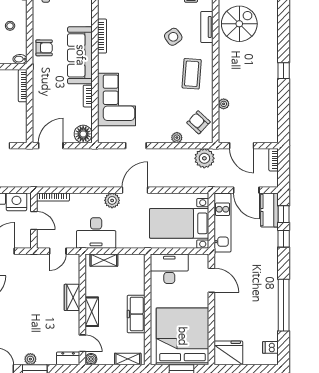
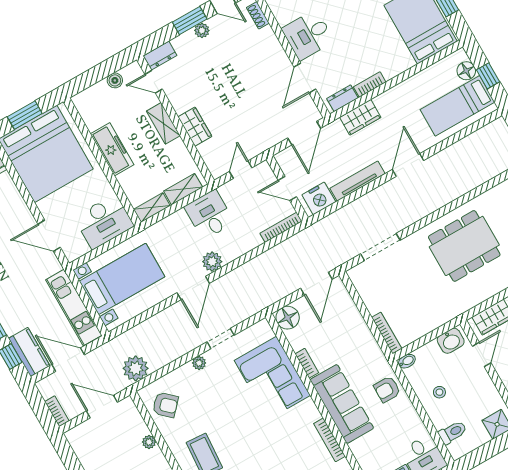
plant: (177, 138) -> (199, 363), moved
desk: (96, 233) -> (209, 215), width x0.73
boiler: (91, 359) -> (115, 80), moved
shelving: (128, 359) -> (152, 208), moved

